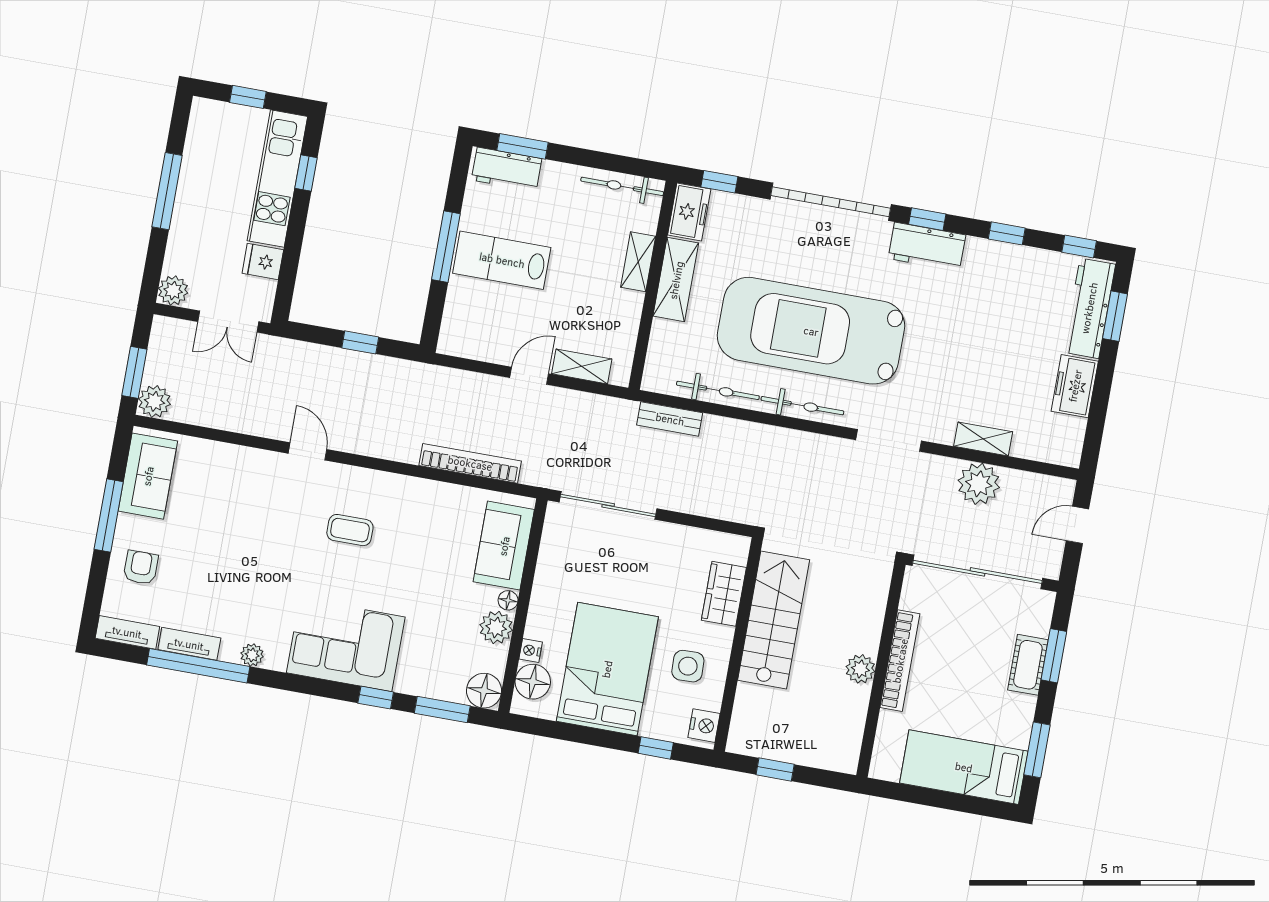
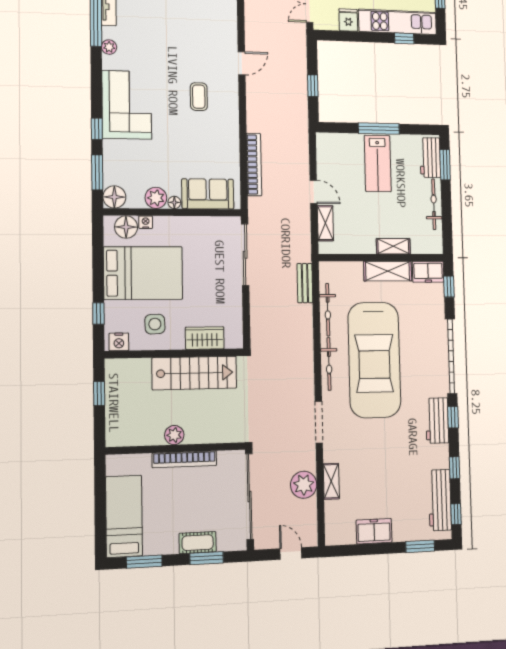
bicycle: (622, 186) -> (434, 204), moved
lab bench: (502, 260) -> (378, 163), turned 180
workbench: (1089, 308) -> (440, 500), moved, turned -90
car: (811, 331) -> (374, 360), turned 180

